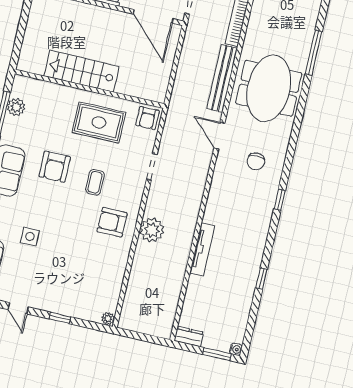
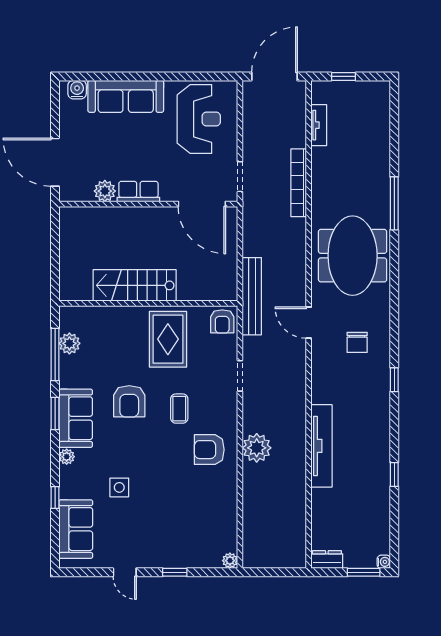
bench: (222, 79) -> (252, 296), moved
rug: (99, 122) -> (168, 339), turned 90
tv unit: (202, 249) -> (322, 446), width x1.36, depth x1.29

